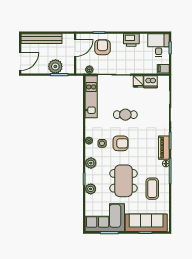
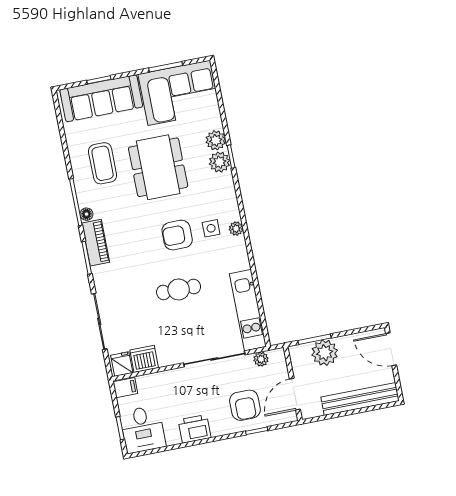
door: (20, 61) -> (391, 349), hinge flipped
fridge: (138, 81) -> (122, 364), moved
plant: (91, 163) -> (220, 162), moved

